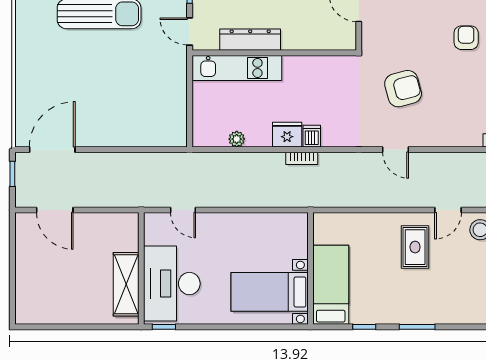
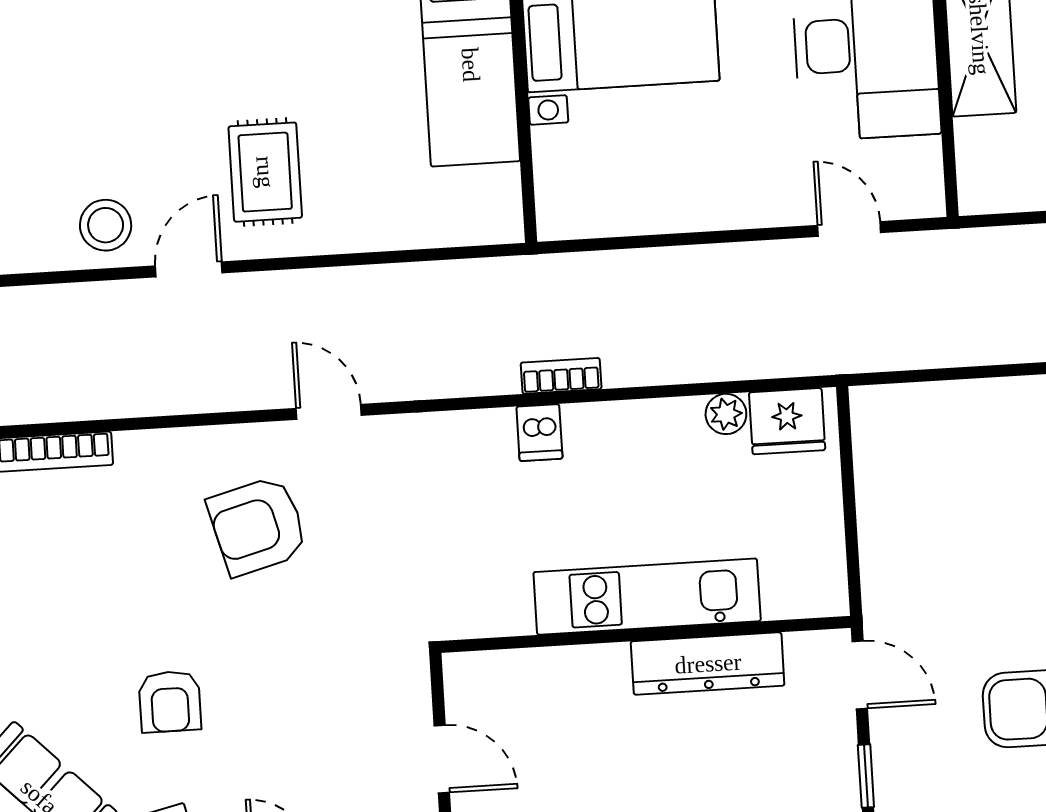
kitchen unit: (237, 68) -> (647, 597), moved
armchair: (403, 89) -> (258, 526), moved
fridge: (287, 135) -> (787, 421), moved

